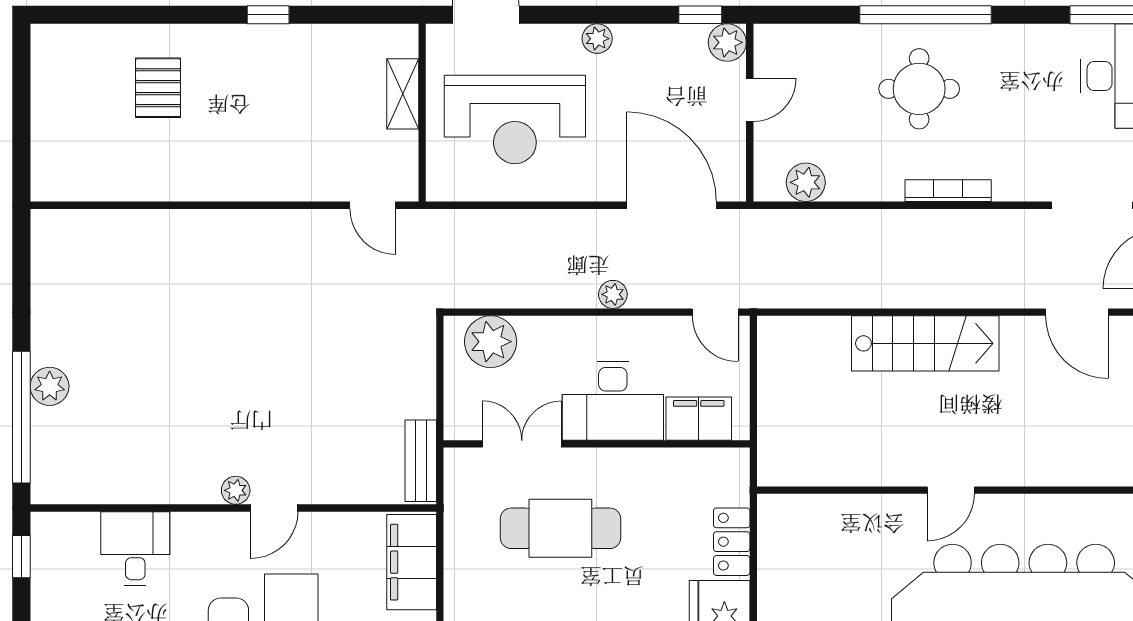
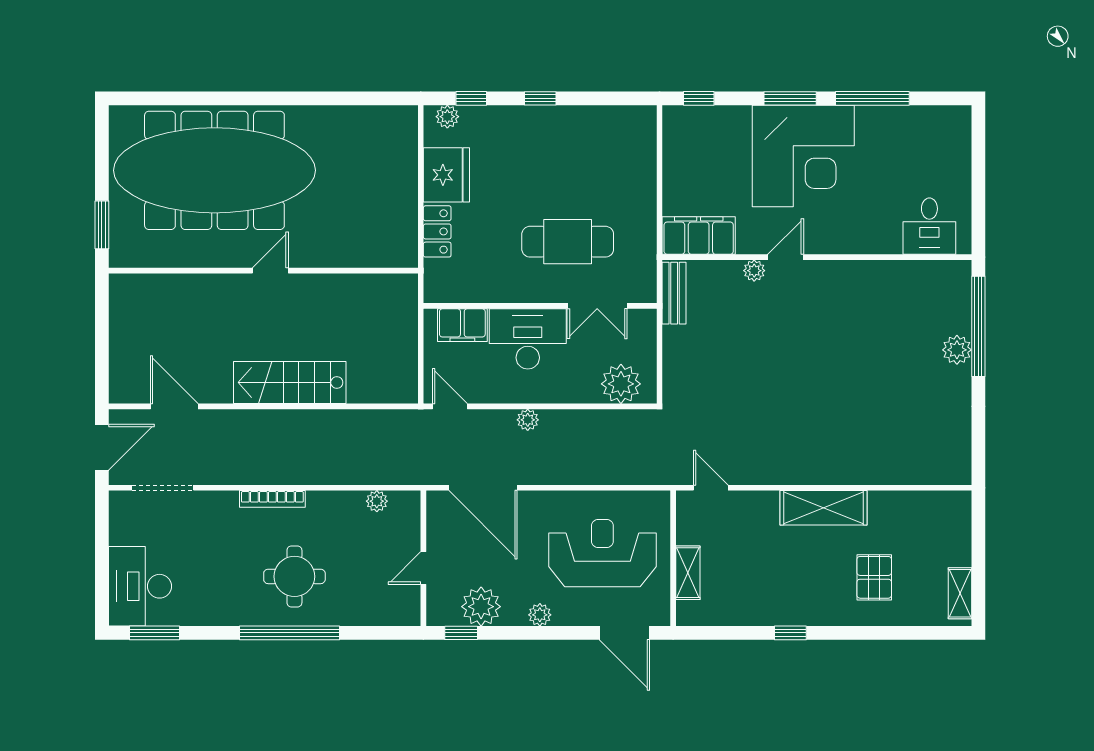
plant: (727, 42) -> (481, 607), moved, width x1.36, depth x1.36
shelving: (45, 67) -> (960, 593), added
shelving: (225, 179) -> (824, 508), added
plant: (806, 182) -> (377, 501), width x0.73, depth x0.73
plant: (236, 490) -> (754, 271), moved
desk: (135, 549) -> (929, 226), moved
window: (21, 557) -> (978, 220), removed
filing cabinet: (412, 562) -> (699, 236), moved, turned -90

